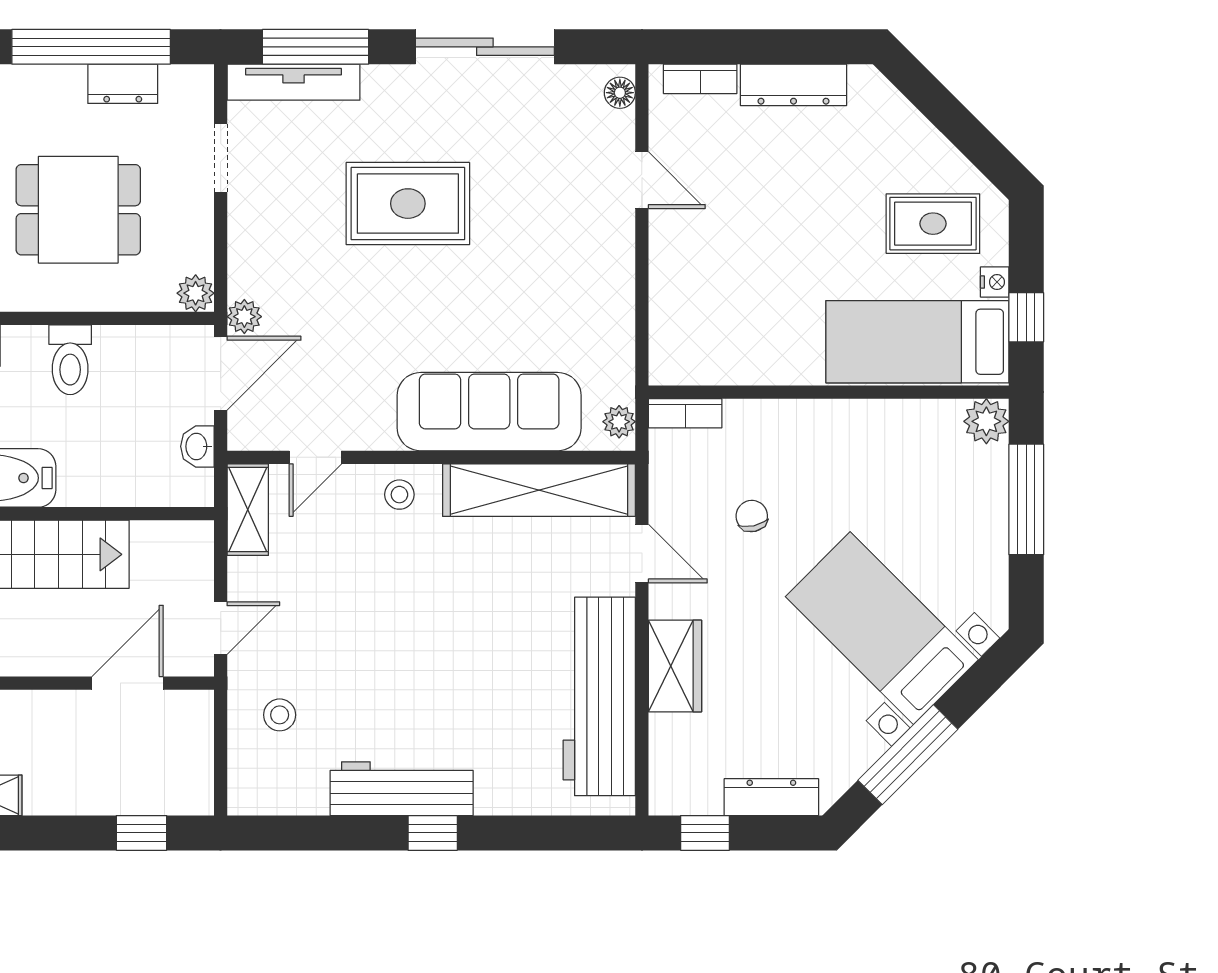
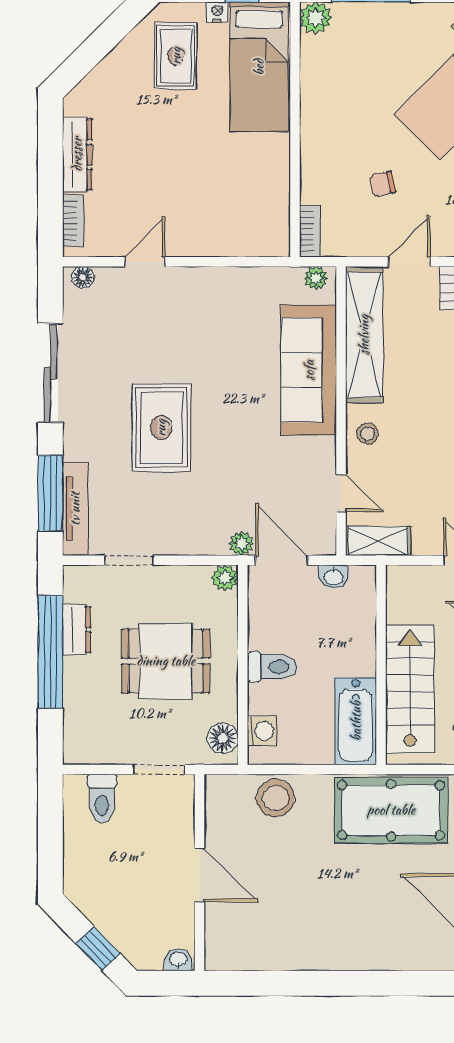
dining table: (78, 210) -> (166, 661), turned 90

